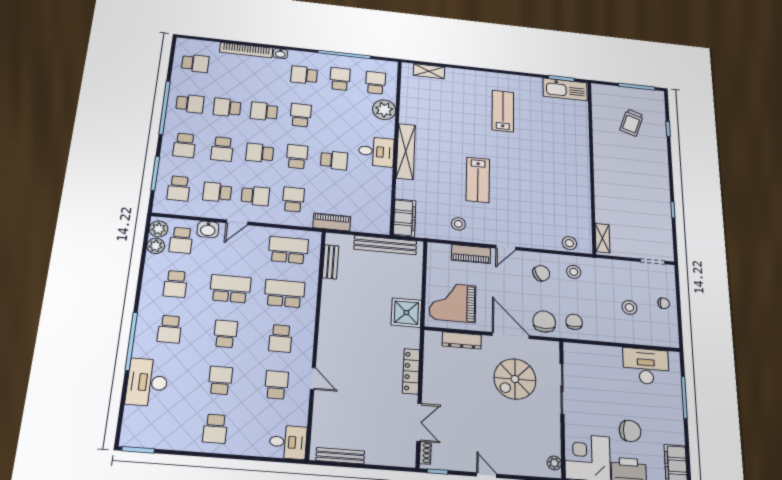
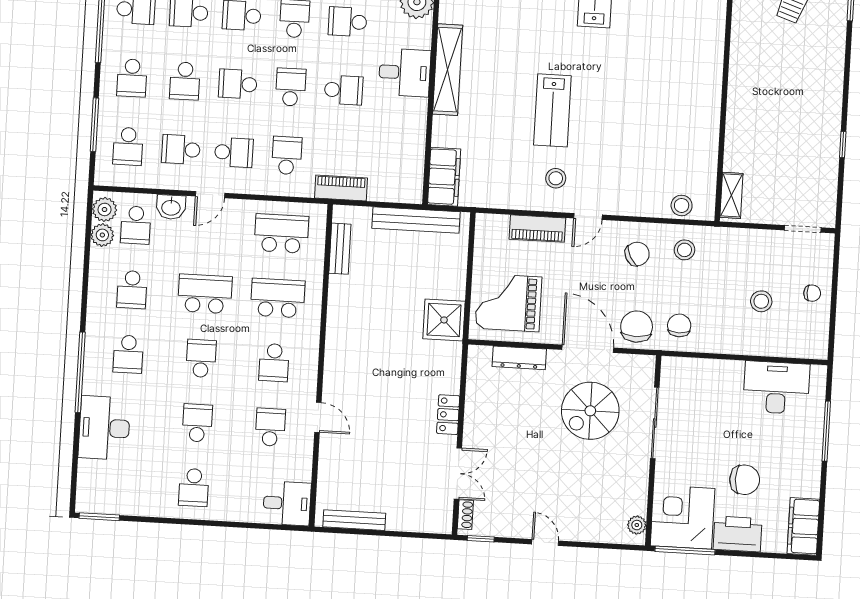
school desk: (337, 119) -> (348, 22), added
stool: (458, 224) -> (556, 178), moved
locker: (411, 371) -> (448, 415), width x0.66

